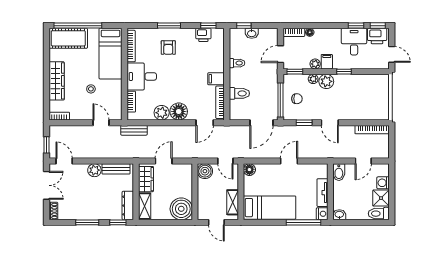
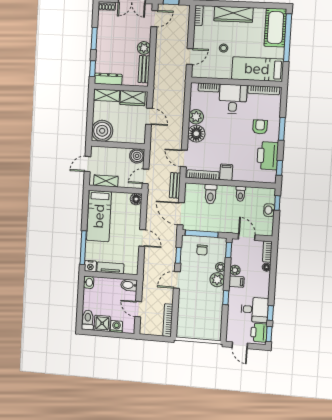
printer: (203, 35) -> (268, 156), width x1.87, depth x1.48
armchair: (168, 48) -> (260, 127), turned 90
door: (392, 54) -> (240, 345), hinge flipped
bench: (134, 130) -> (175, 185), moved

